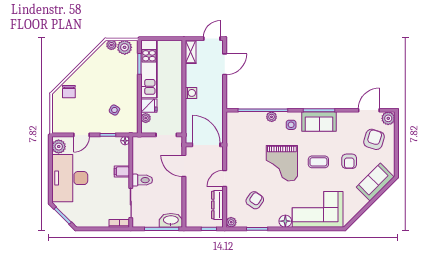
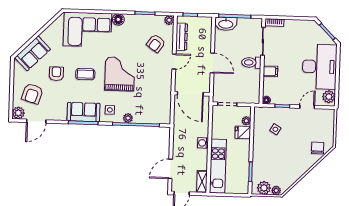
kitchen unit: (149, 69) -> (218, 166), moved, turned 180
door: (184, 166) -> (212, 63), moved
armchair: (255, 200) -> (156, 43), moved

